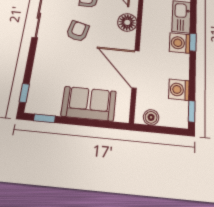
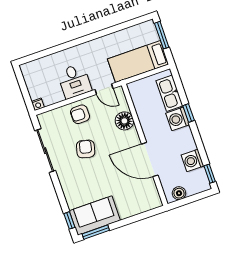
sofa: (89, 104) -> (95, 215), moved
window: (44, 118) -> (96, 232), width x1.50

